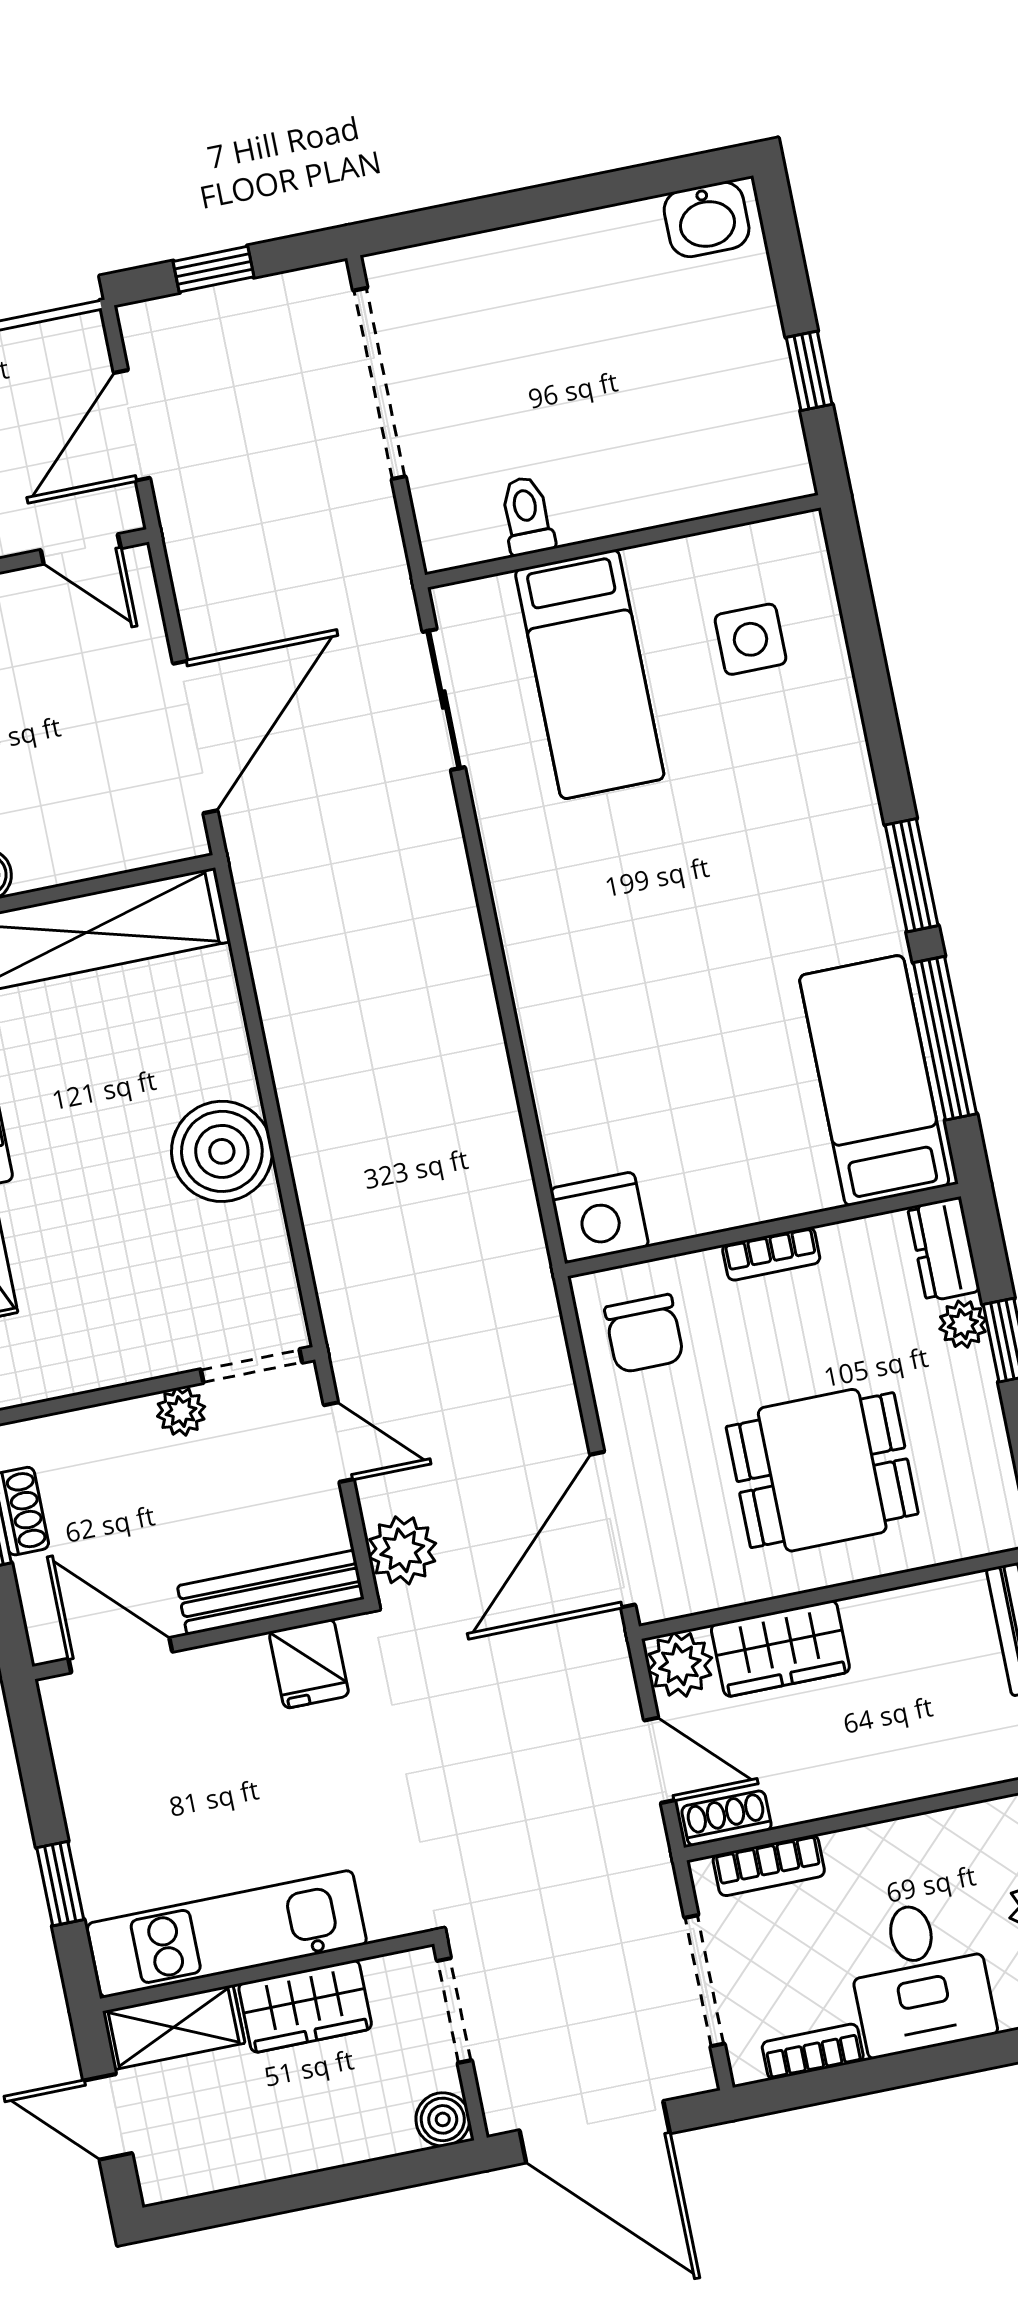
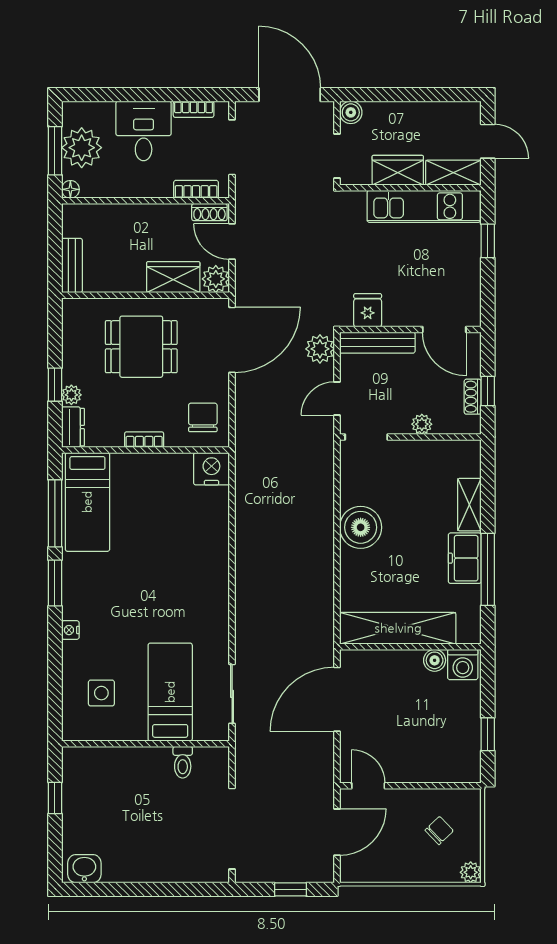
nightstand: (853, 772) -> (70, 630), added
plant: (181, 1411) -> (422, 424), moved
door: (339, 1442) -> (337, 398), hinge flipped

